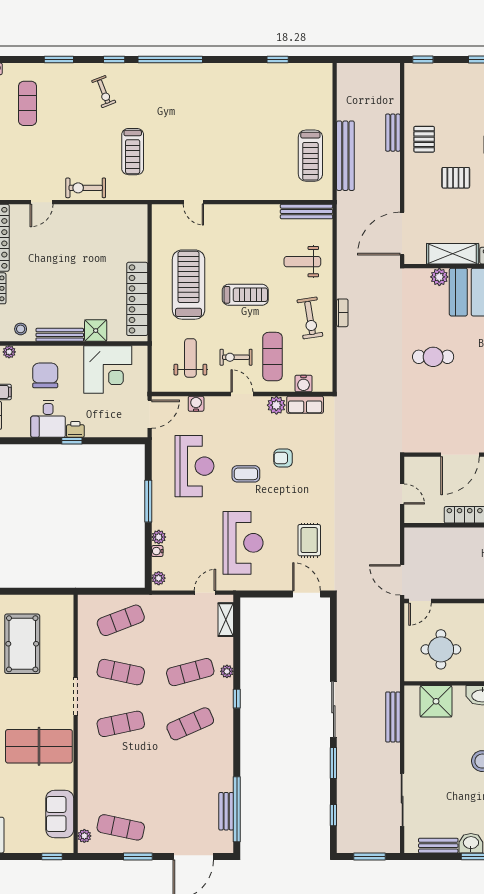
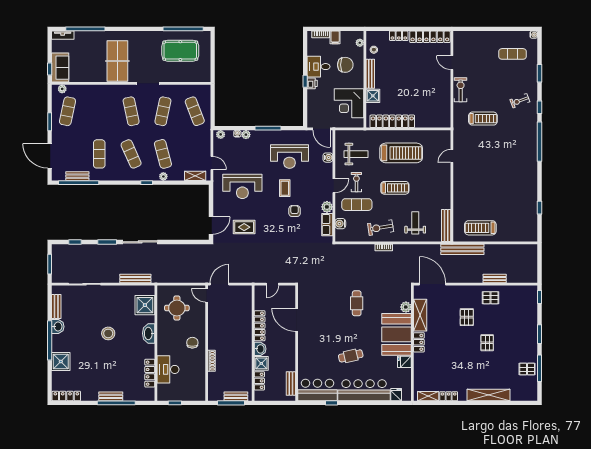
treadmill: (133, 152) -> (483, 119), turned 180
bench: (345, 156) -> (462, 249), moved
treadmill: (245, 295) -> (395, 188), turned -90
exercise mat: (190, 776) -> (99, 154), added
sofa: (60, 814) -> (60, 68), moved, turned 90

